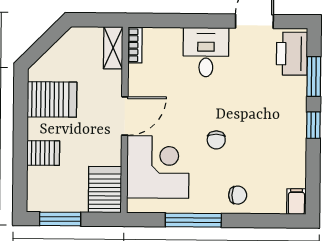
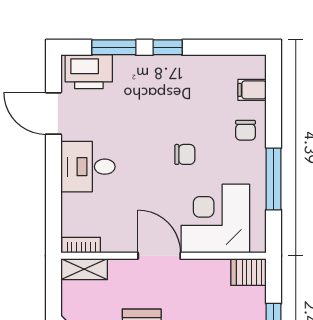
server rack: (105, 190) -> (249, 272), width x0.73, depth x0.70
chair: (238, 195) -> (246, 130), turned 180
filing cabinet: (296, 202) -> (252, 90), moved

